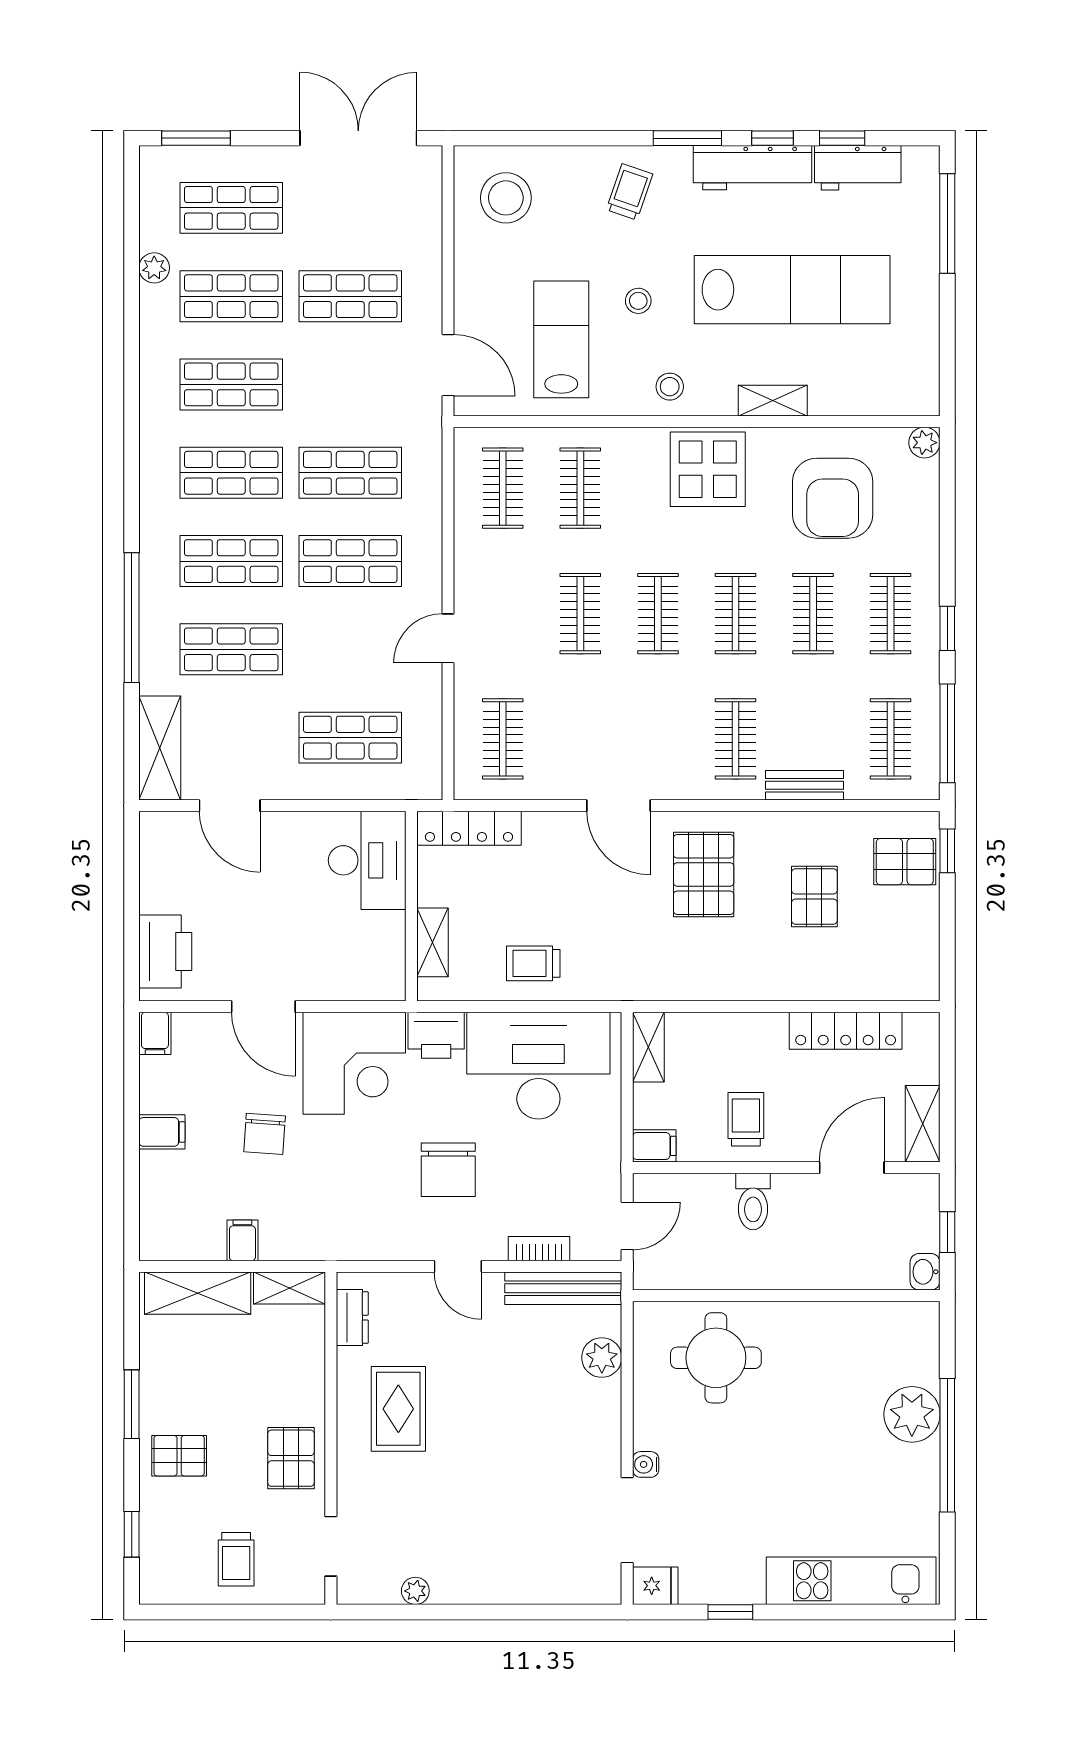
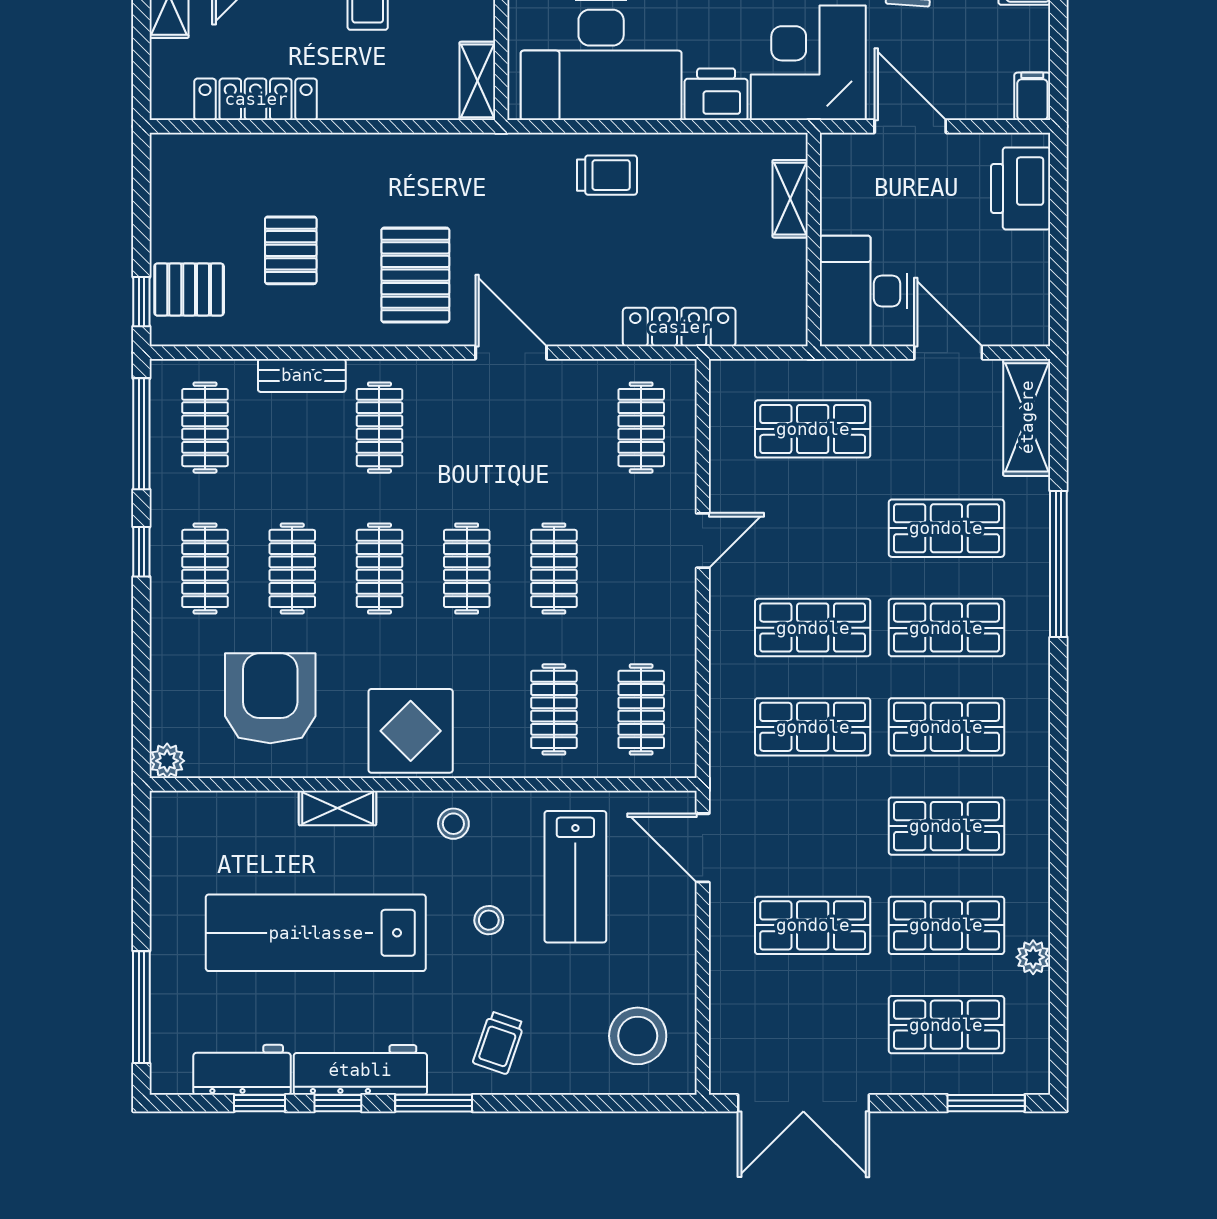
desk: (367, 860) -> (863, 291), moved
wall: (411, 906) -> (814, 239), moved
shelving: (432, 942) -> (790, 199), moved

